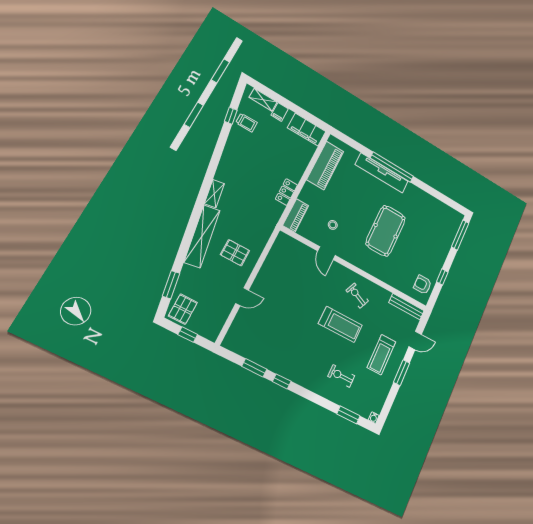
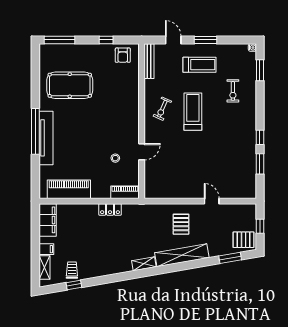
pool table: (386, 231) -> (70, 85), moved

